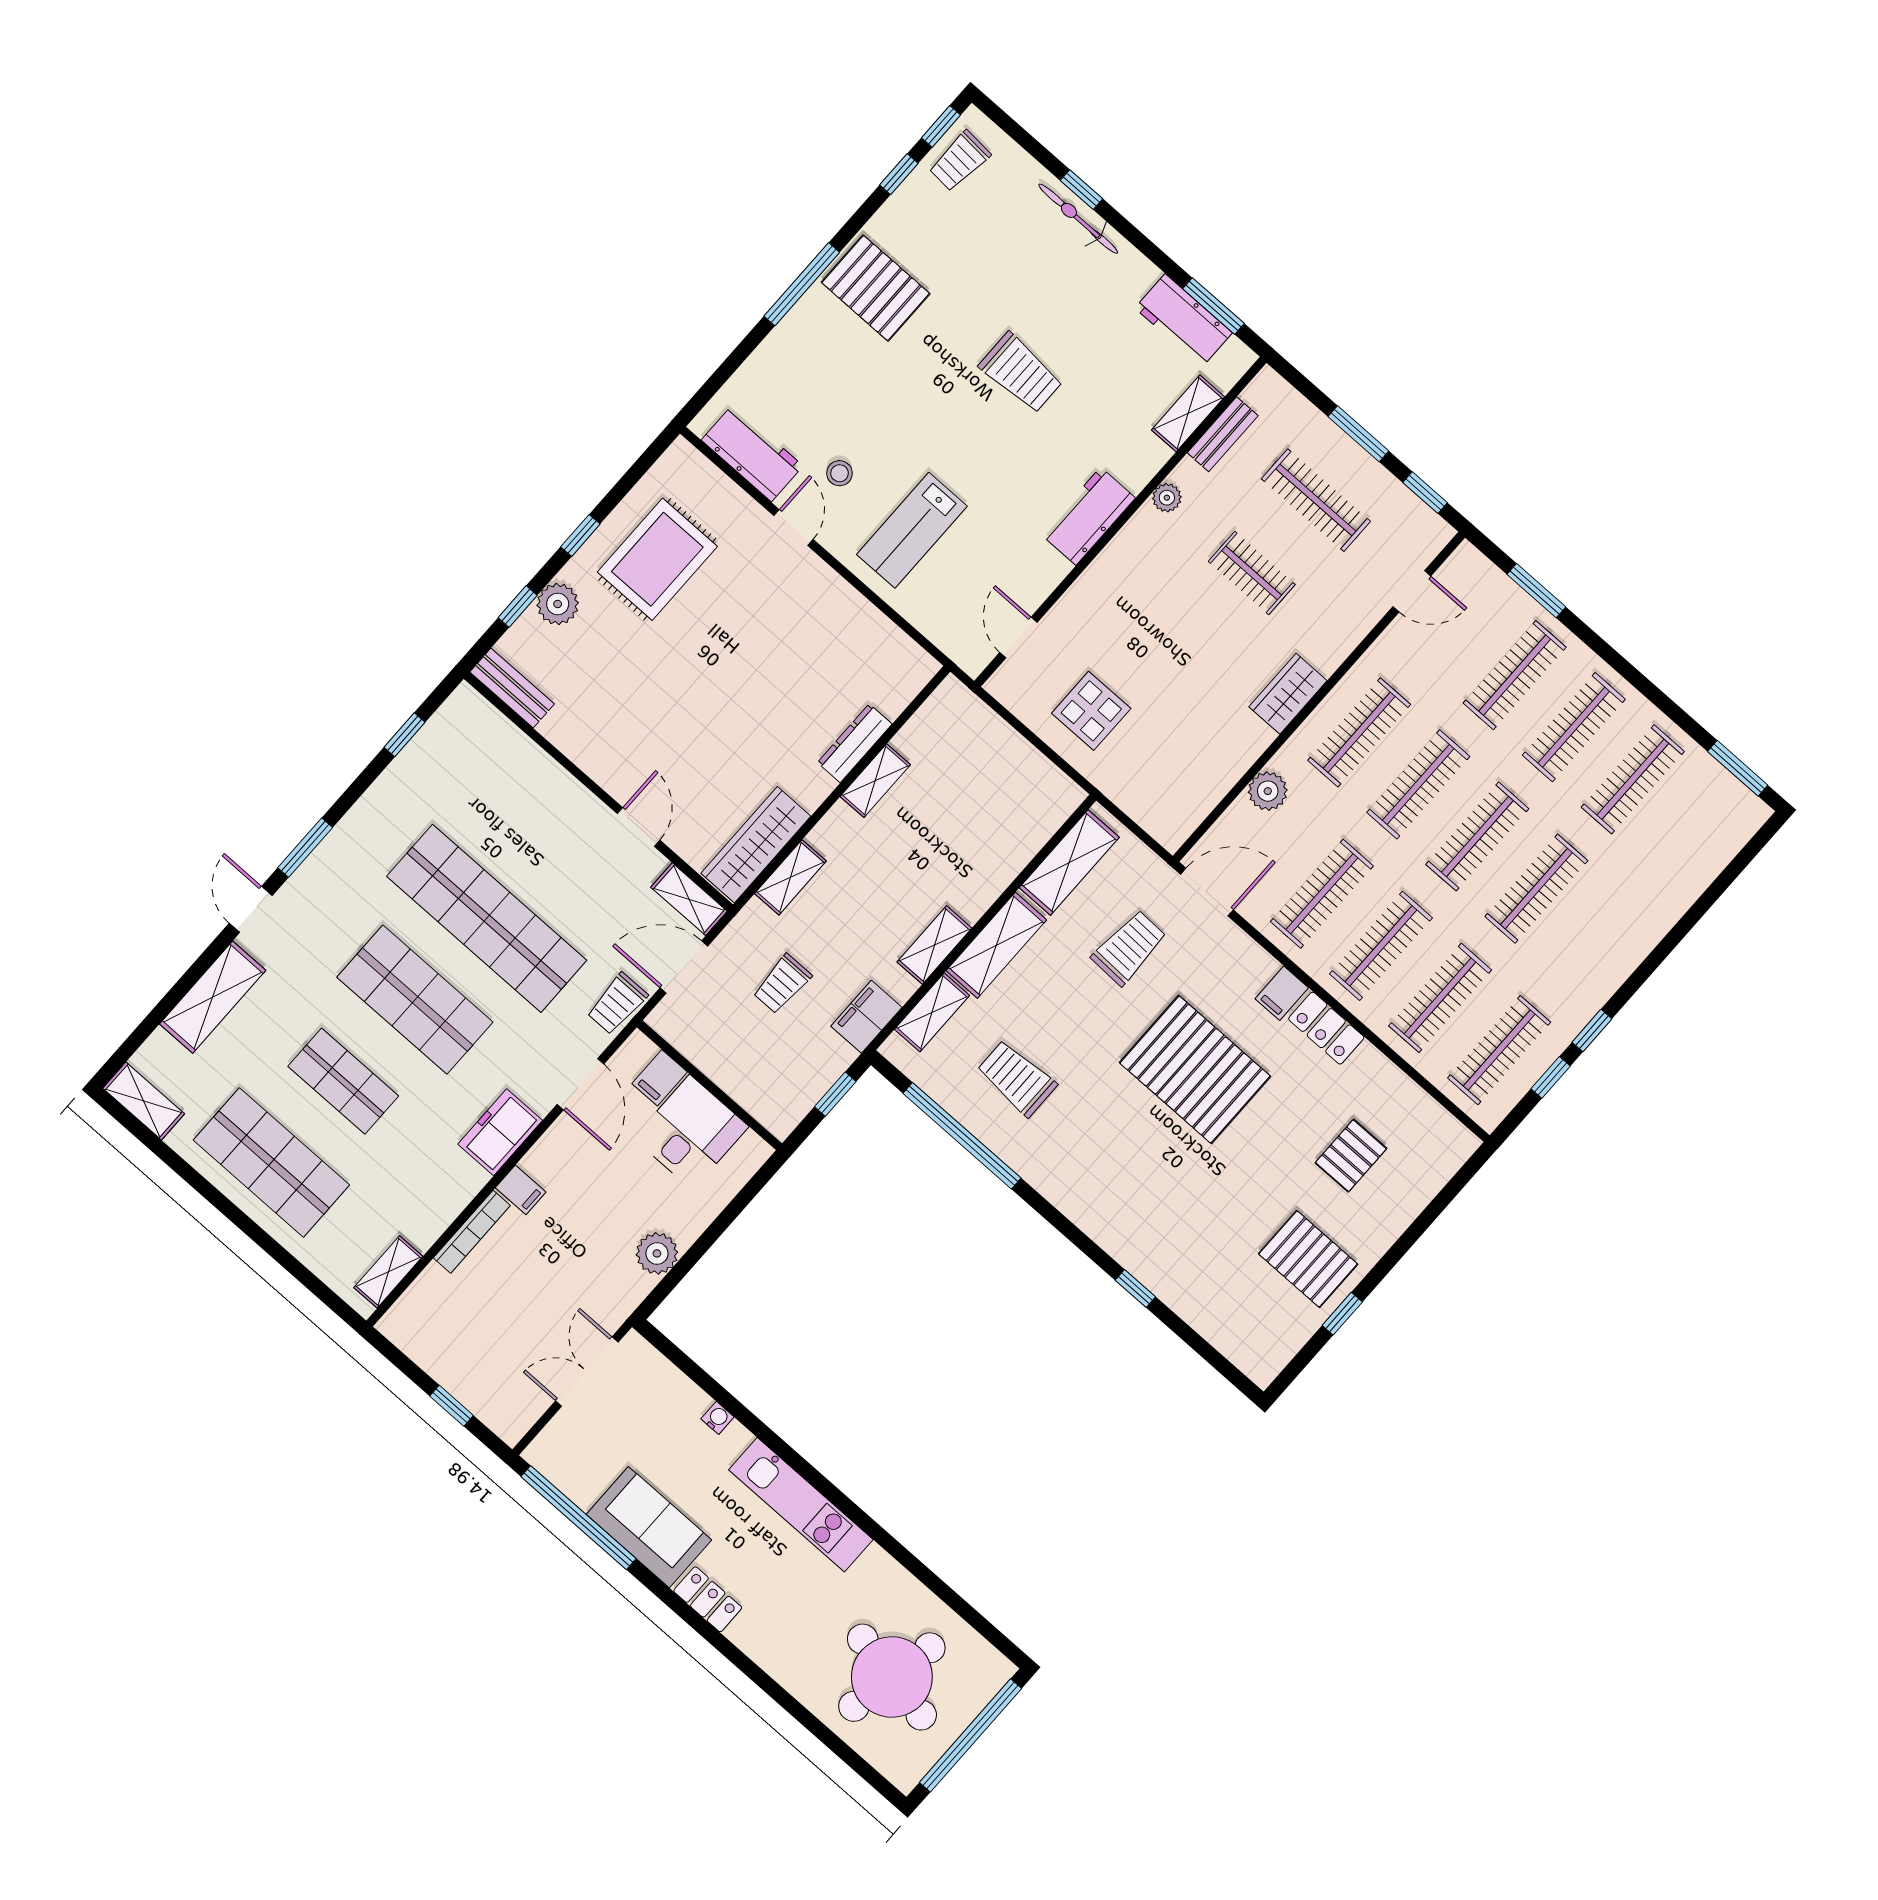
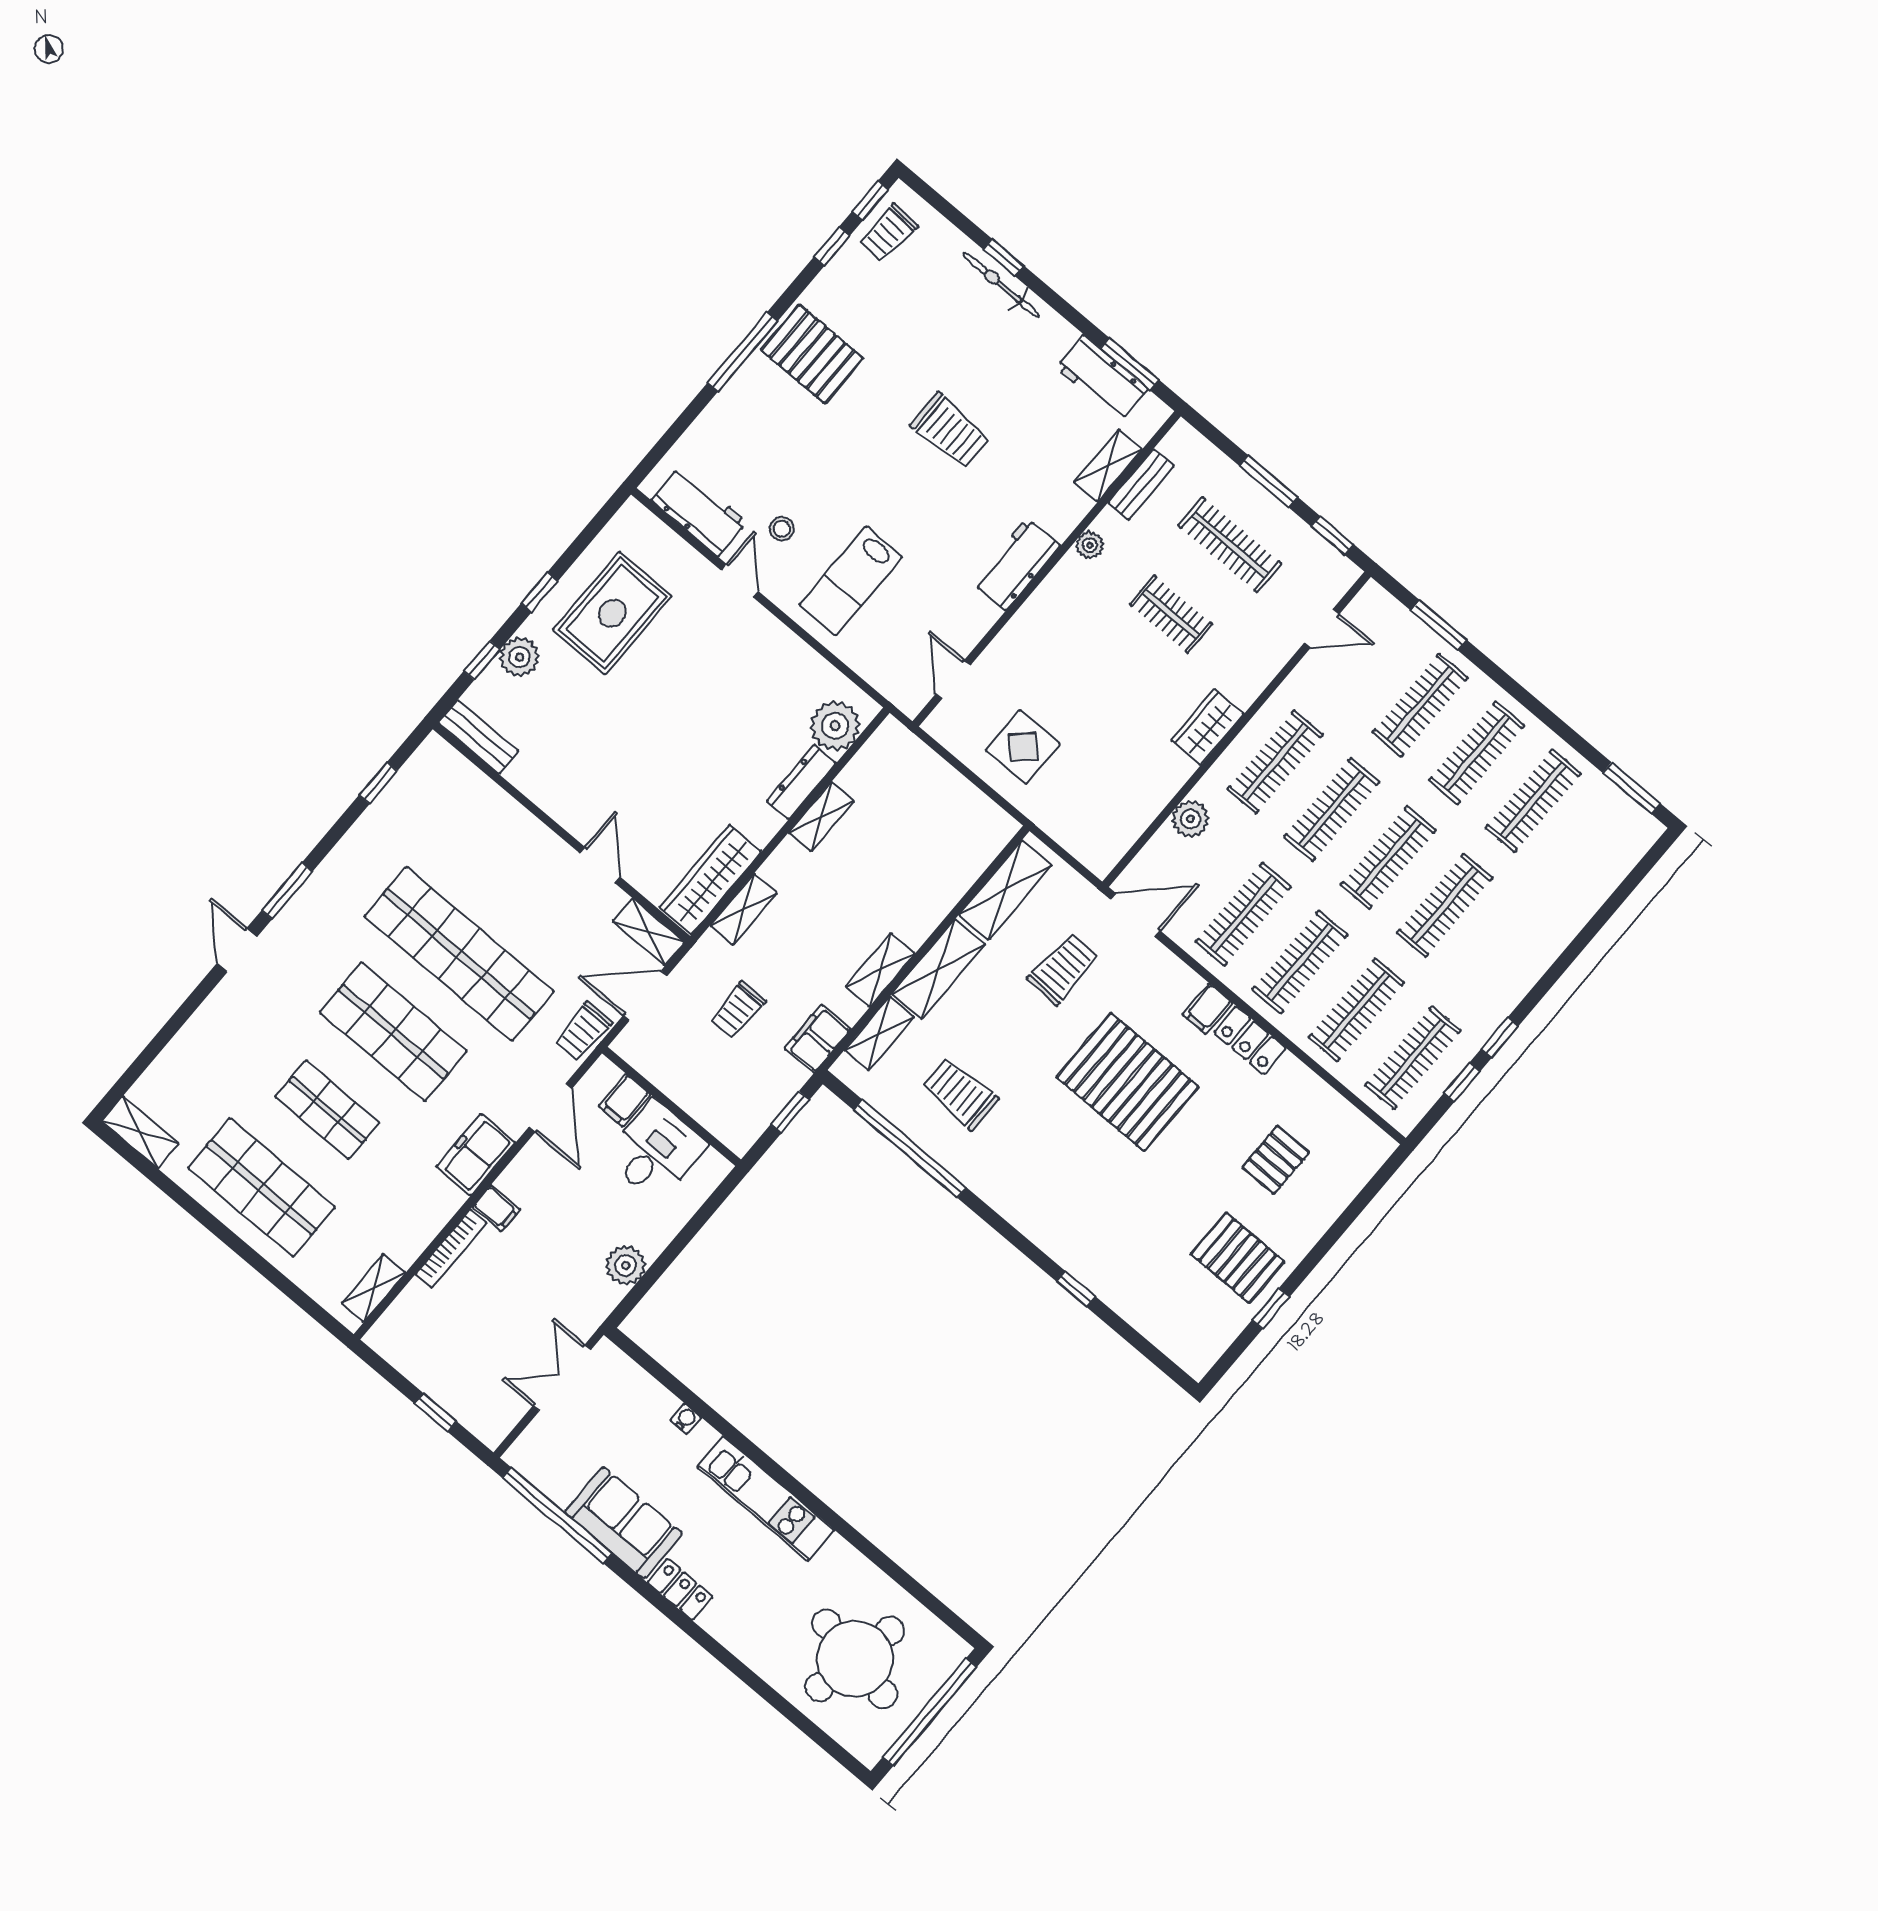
plant: (892, 684) -> (835, 726), added
shelving: (213, 997) -> (203, 1033), removed

